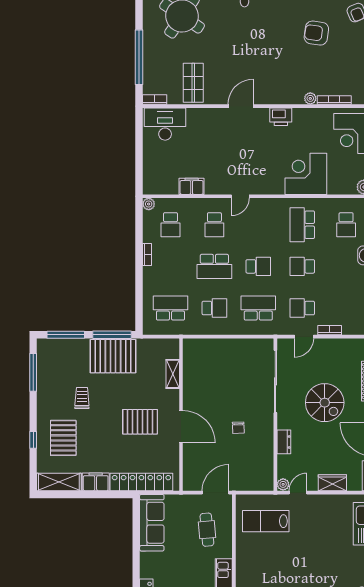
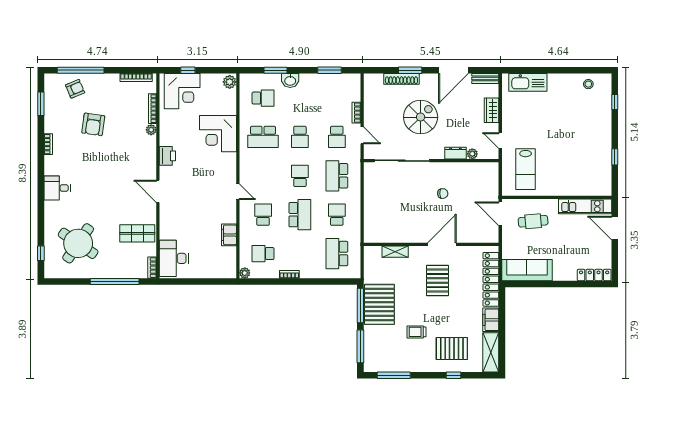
school desk: (170, 225) -> (263, 254), turned 180
school desk: (214, 225) -> (263, 215), turned -90
plant: (283, 484) -> (472, 154), moved

